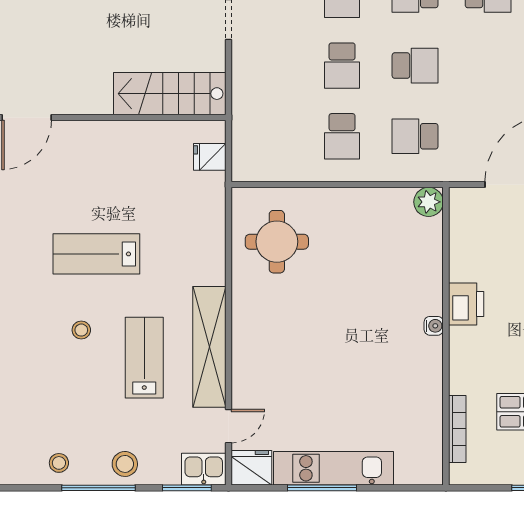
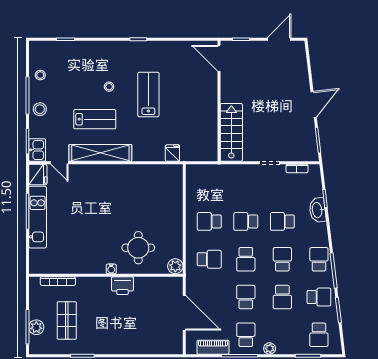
school desk: (488, 66) -> (246, 297), added
school desk: (415, 136) -> (209, 259), turned 90
fridge: (210, 157) -> (172, 153), moved
round table: (277, 242) -> (138, 248), moved

